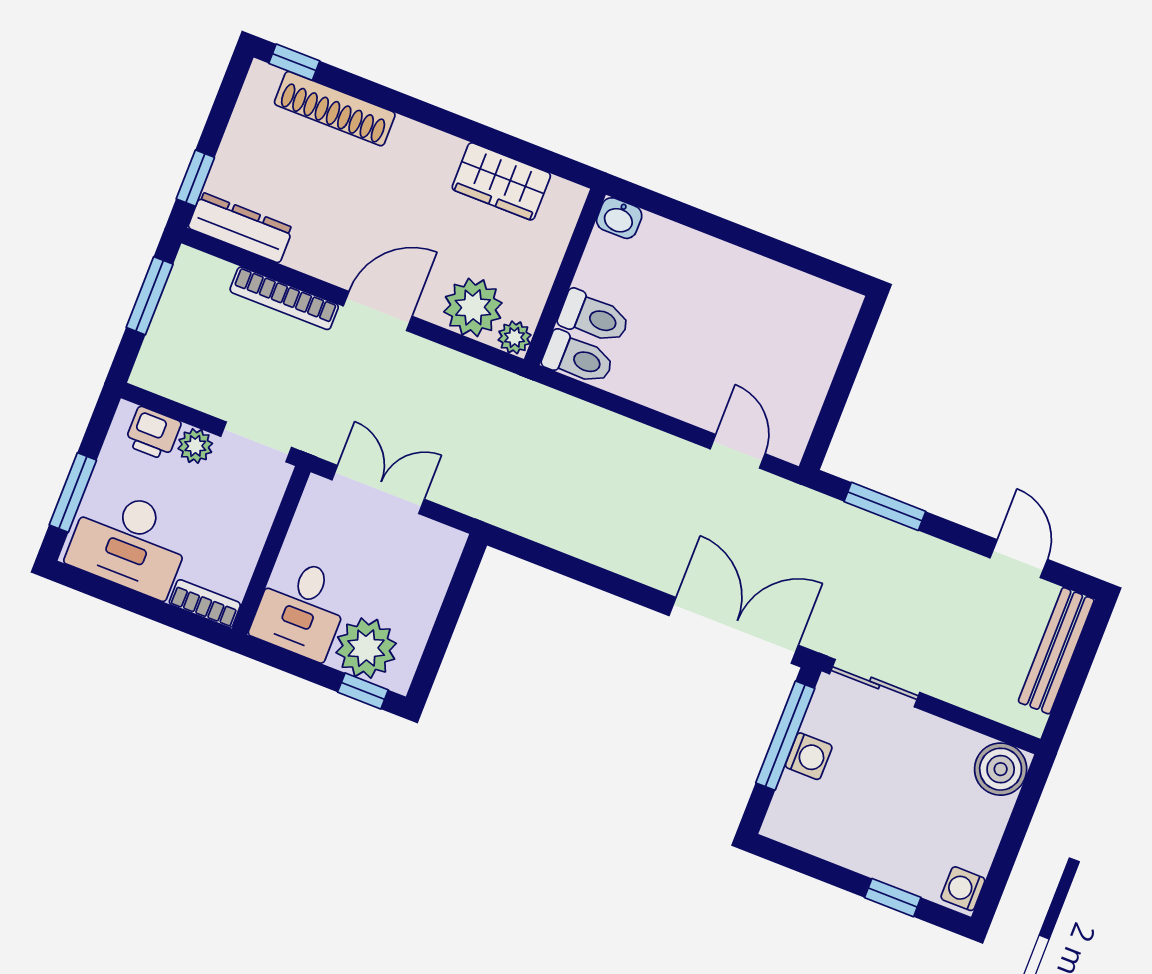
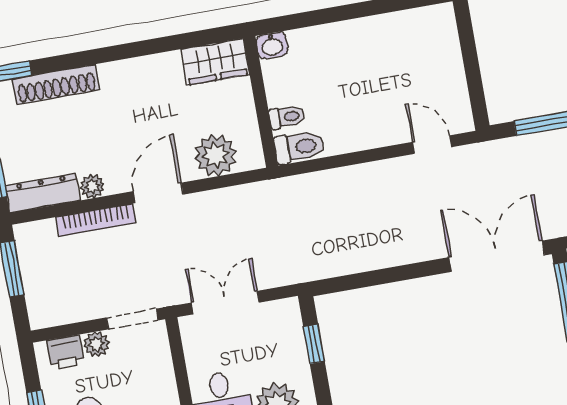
wardrobe: (501, 181) -> (215, 62), moved
toilet: (594, 317) -> (287, 117), width x0.73, depth x0.72
plant: (515, 337) -> (92, 186), moved
window: (453, 603) -> (314, 344), added

